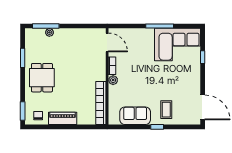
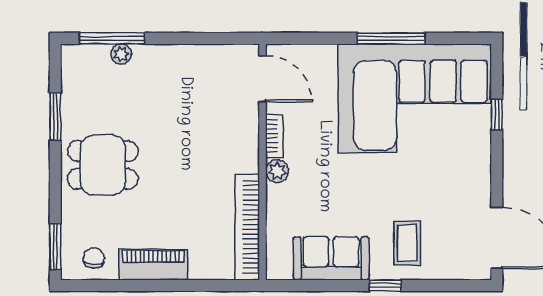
corner sofa: (178, 45) -> (415, 98), width x1.36, depth x1.36
dining table: (42, 78) -> (103, 165), turned 90

